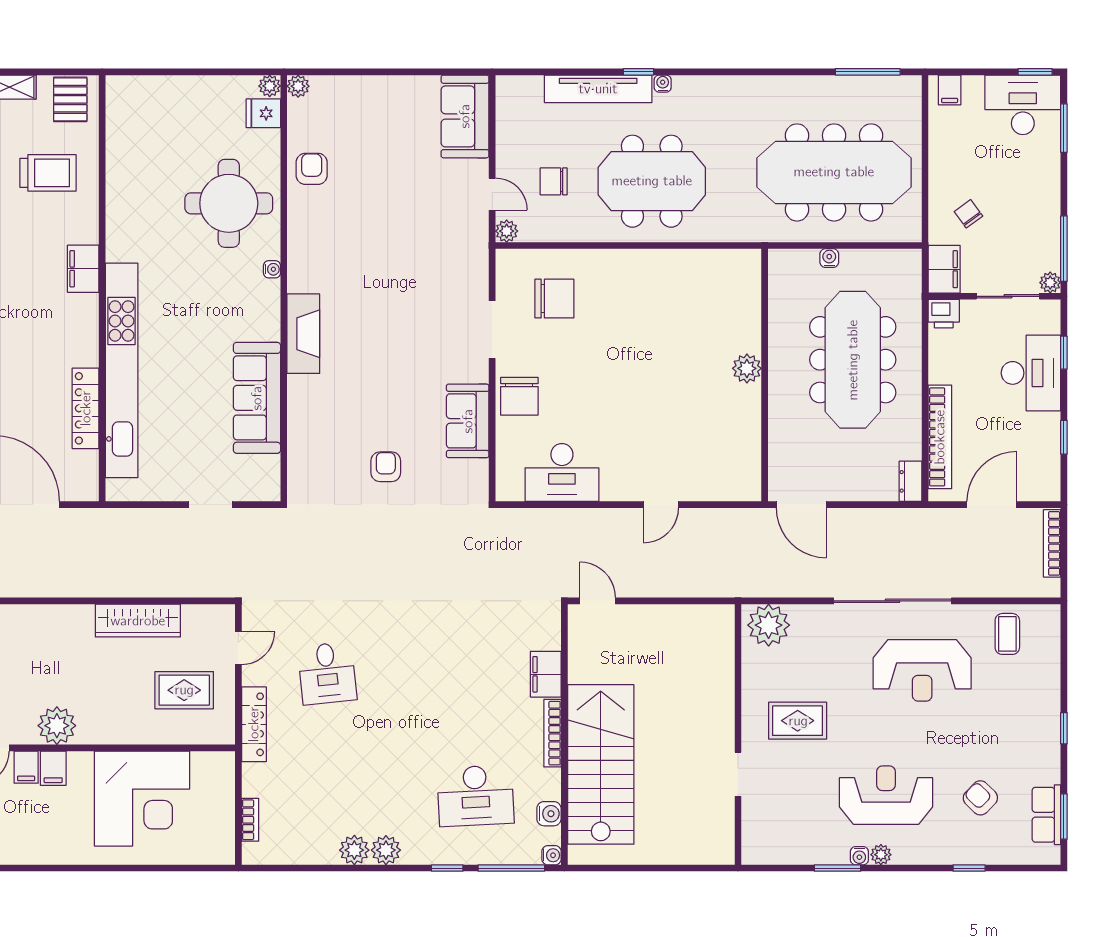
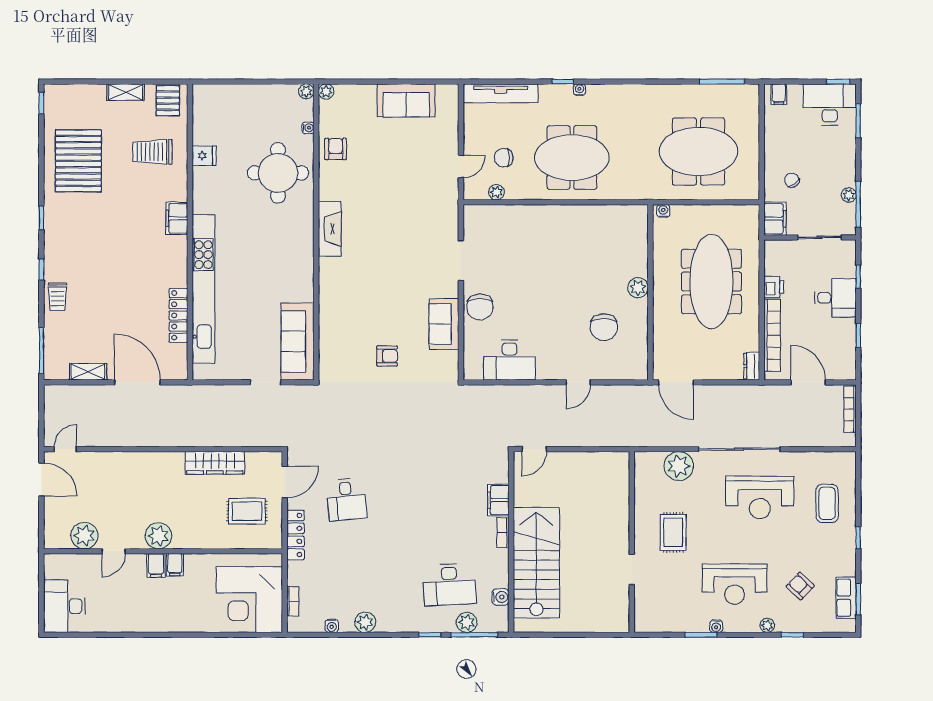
tv unit: (598, 89) -> (501, 93), moved
fridge: (263, 113) -> (204, 156), moved, turned 180
sofa: (465, 116) -> (406, 100), moved, turned -90
meeting table: (834, 172) -> (699, 151), width x0.73
trolley: (48, 173) -> (152, 152), turned 180
door: (492, 194) -> (461, 166), hinge flipped
plant: (507, 231) -> (496, 192), moved
water cooler: (829, 258) -> (663, 211), moved
water cooler: (272, 269) -> (308, 128), moved
plant: (1050, 283) -> (849, 195), moved
chair: (554, 299) -> (604, 327), moved, turned 90
printer: (944, 314) -> (774, 287), moved, turned -90
fireplace: (303, 334) -> (330, 229), moved
desk: (1031, 373) -> (835, 298), width x0.73
sofa: (257, 398) -> (298, 342), moved
armchair: (386, 467) -> (387, 356), turned 90
door: (992, 505) -> (808, 382), hinge flipped
door: (598, 601) -> (534, 449), swing flipped
plant: (769, 625) -> (679, 466), moved
coffee table: (1007, 634) -> (827, 503), moved, width x1.36, depth x1.30
door: (238, 648) -> (285, 482), width x1.38
rug: (798, 721) -> (673, 532), turned 90
bookcase: (552, 733) -> (503, 533), width x0.64
filing cabinet: (26, 767) -> (175, 565), moved
reception desk: (886, 795) -> (735, 584), turned 180
corner desk: (142, 799) -> (249, 600), moved, turned 90
plant: (386, 850) -> (467, 622), moved
water cooler: (552, 855) -> (332, 626), moved, turned 90
plant: (881, 855) -> (767, 625), moved

